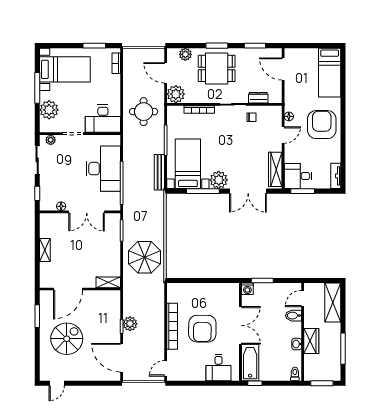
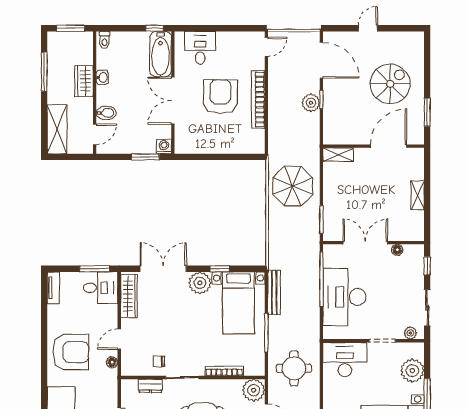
armchair: (322, 125) -> (71, 352), turned -90
window: (203, 191) -> (220, 269), width x0.46
spiral stairs: (67, 339) -> (390, 84), turned 180
door: (57, 383) -> (368, 28), moved

